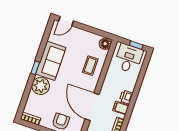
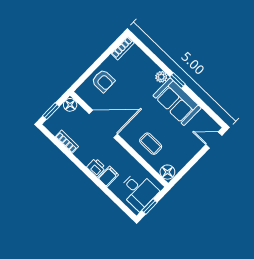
door: (66, 21) -> (214, 140), hinge flipped
plant: (41, 86) -> (161, 77), width x0.53, depth x0.53
filing cabinet: (121, 108) -> (108, 176), moved

